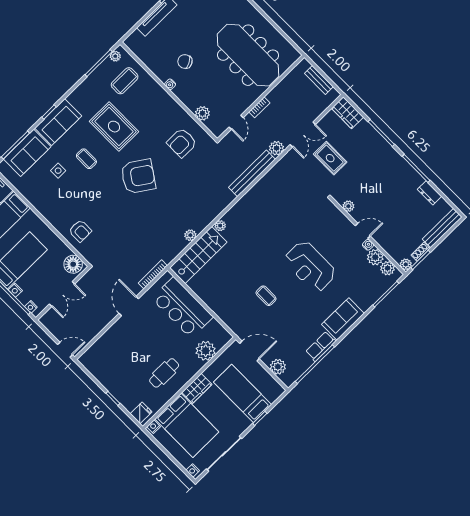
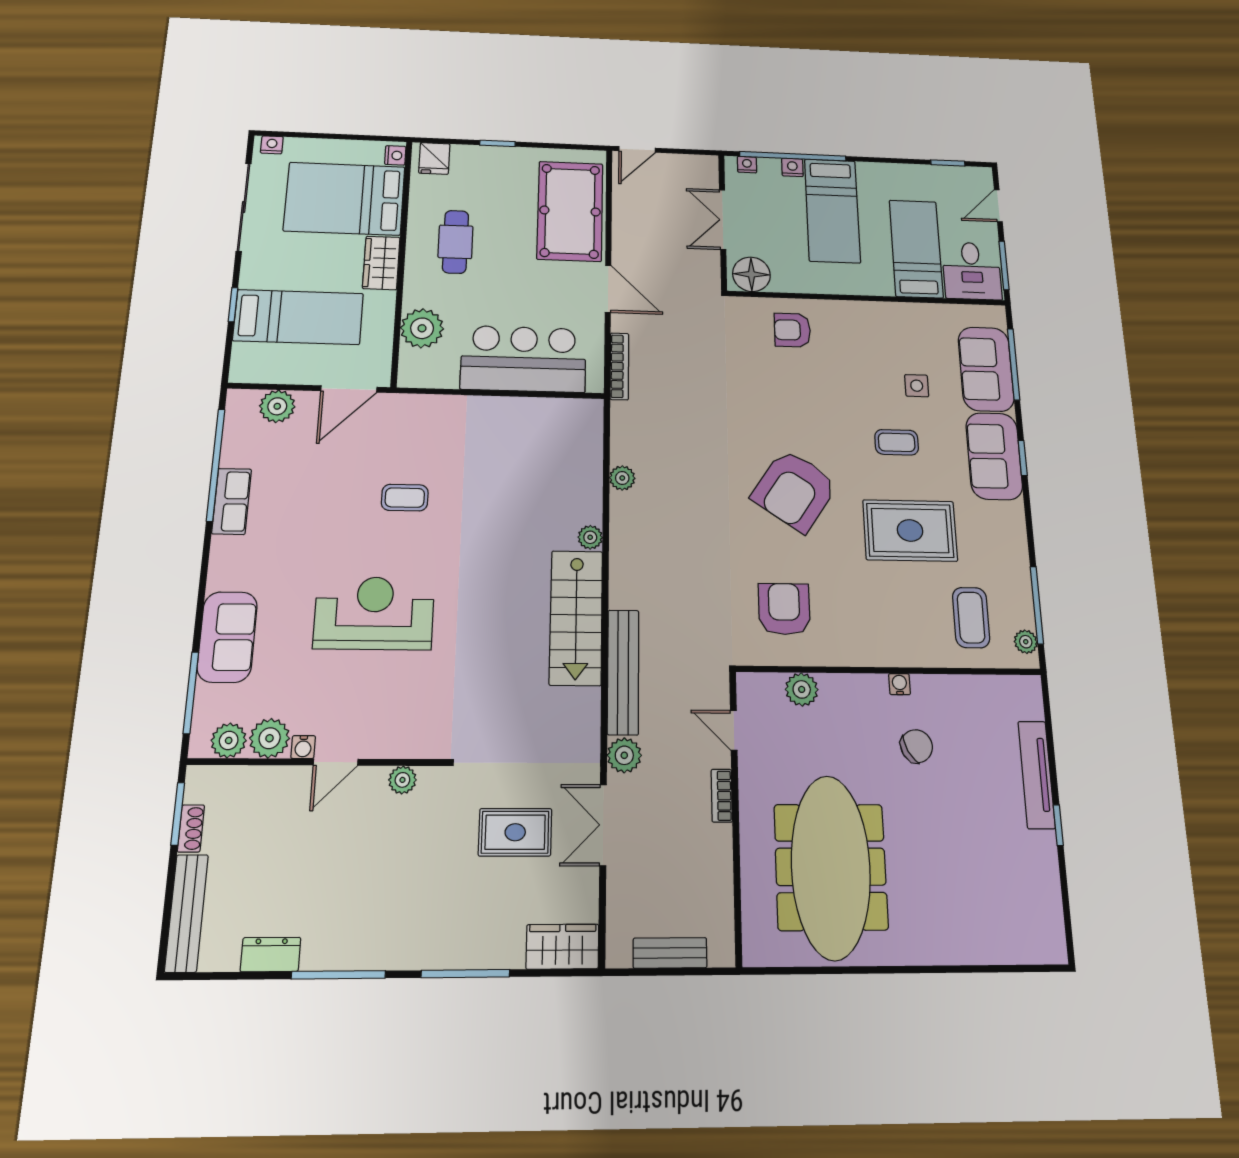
meeting table: (248, 55) -> (831, 867), turned 90
stairs: (198, 255) -> (576, 617), moved
plant: (406, 264) -> (199, 780), removed
sofa: (343, 319) -> (227, 637), moved
pool table: (113, 348) -> (570, 211), added

